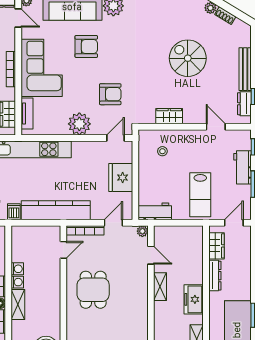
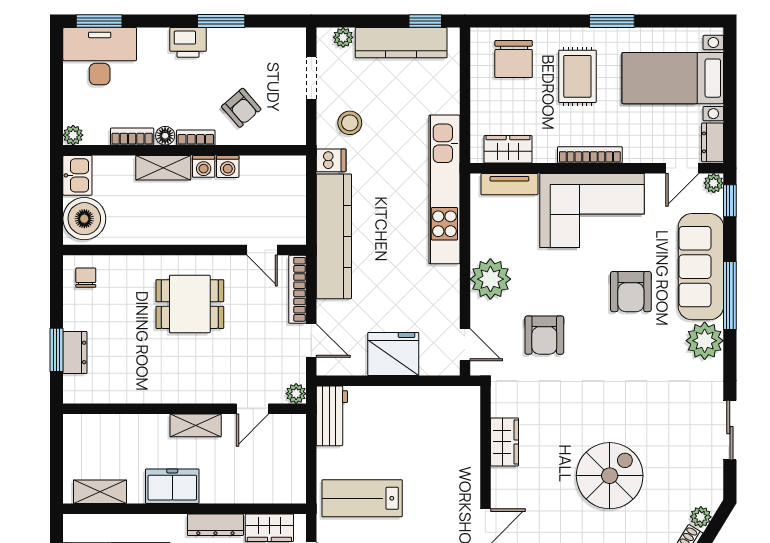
stool: (162, 151) -> (441, 430), removed

